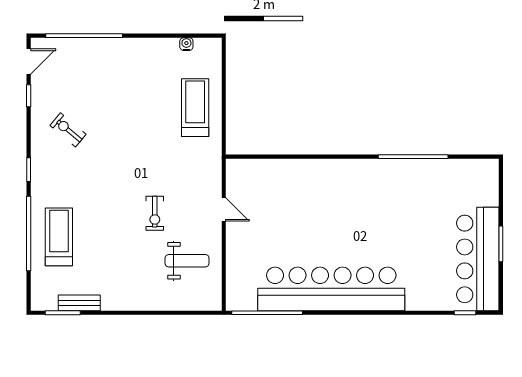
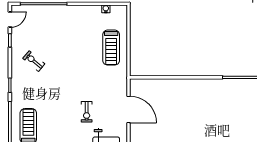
treadmill: (195, 108) -> (111, 48), turned 180
door: (224, 209) -> (129, 109), width x1.88

